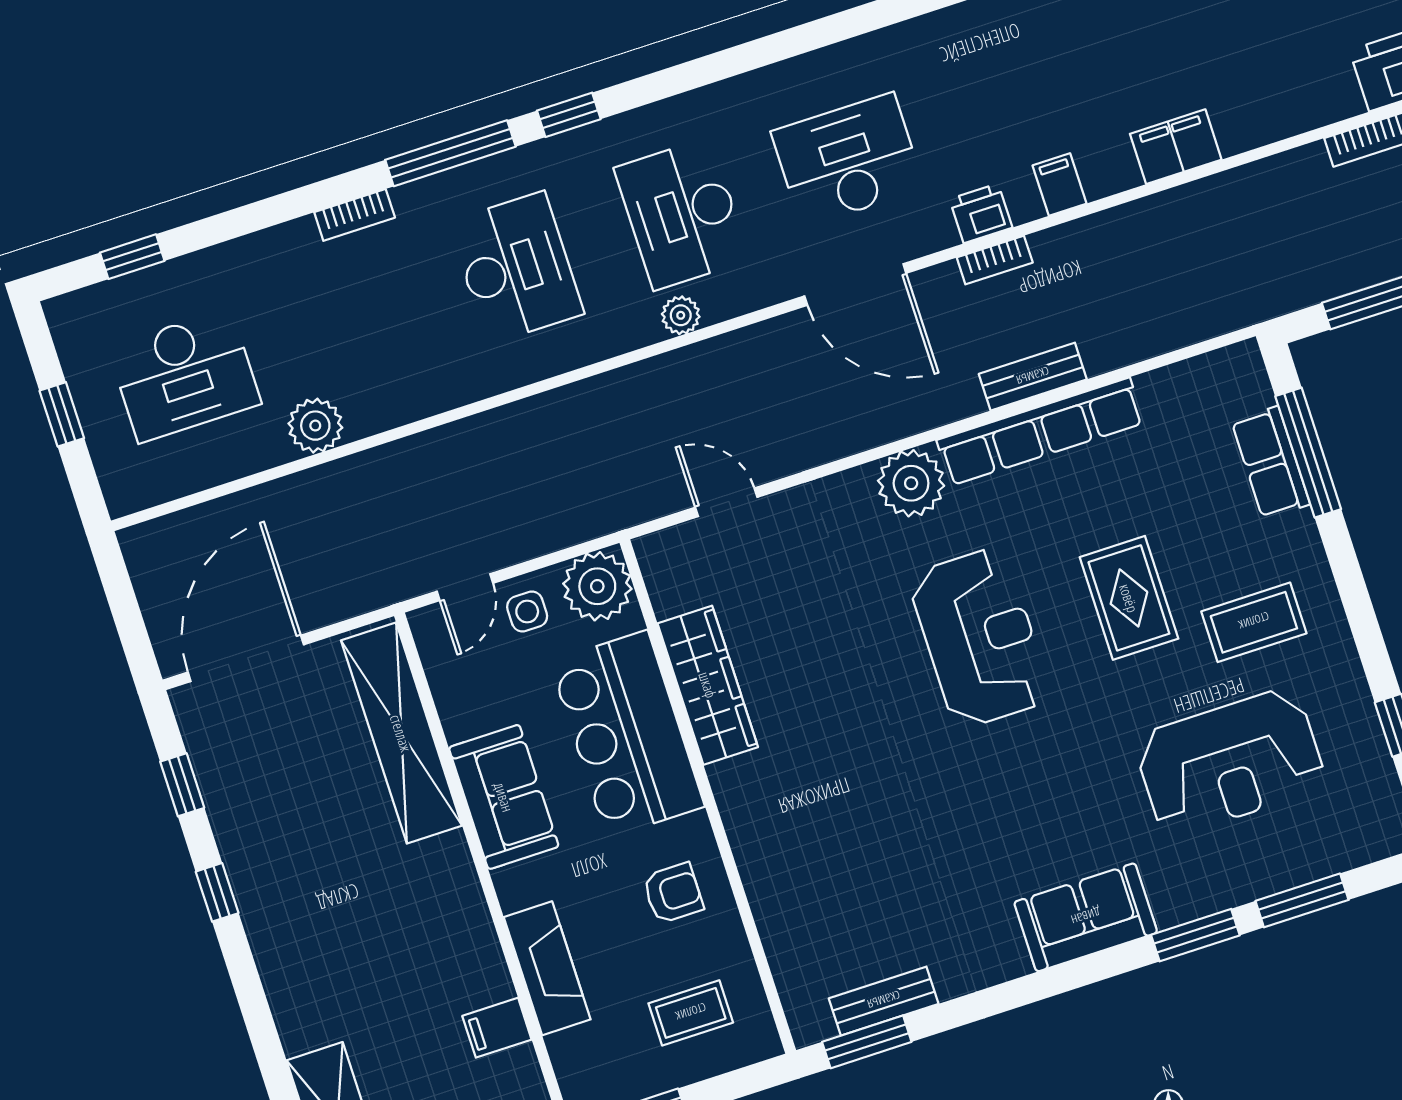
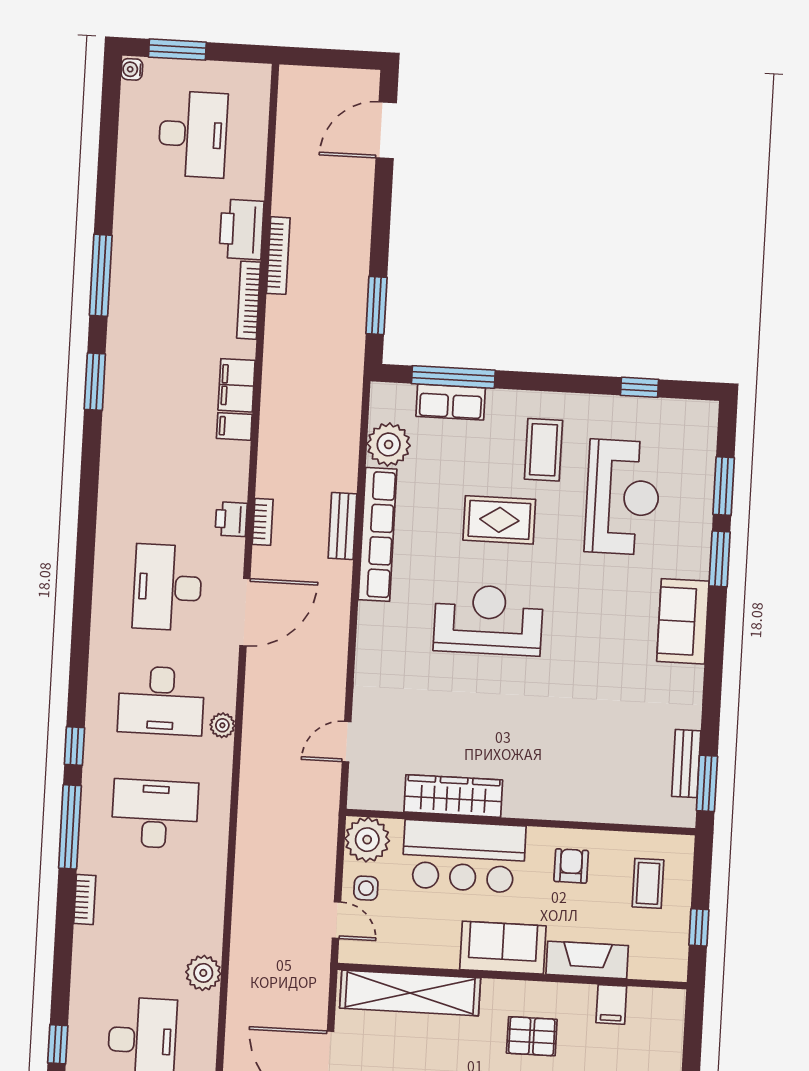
bookcase: (1304, 117) -> (249, 300), added
filing cabinet: (1060, 184) -> (234, 426), moved
plant: (911, 483) -> (389, 444), moved
sofa: (504, 797) -> (503, 948), moved
pallet: (407, 931) -> (532, 1036), added

